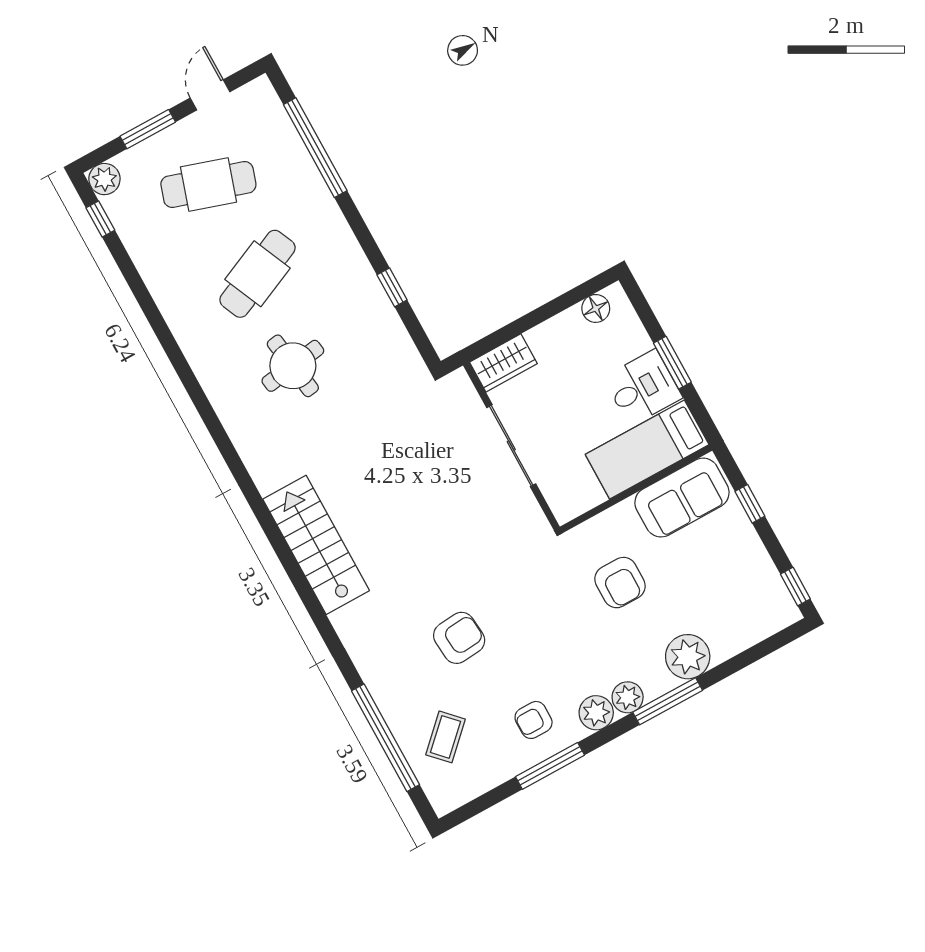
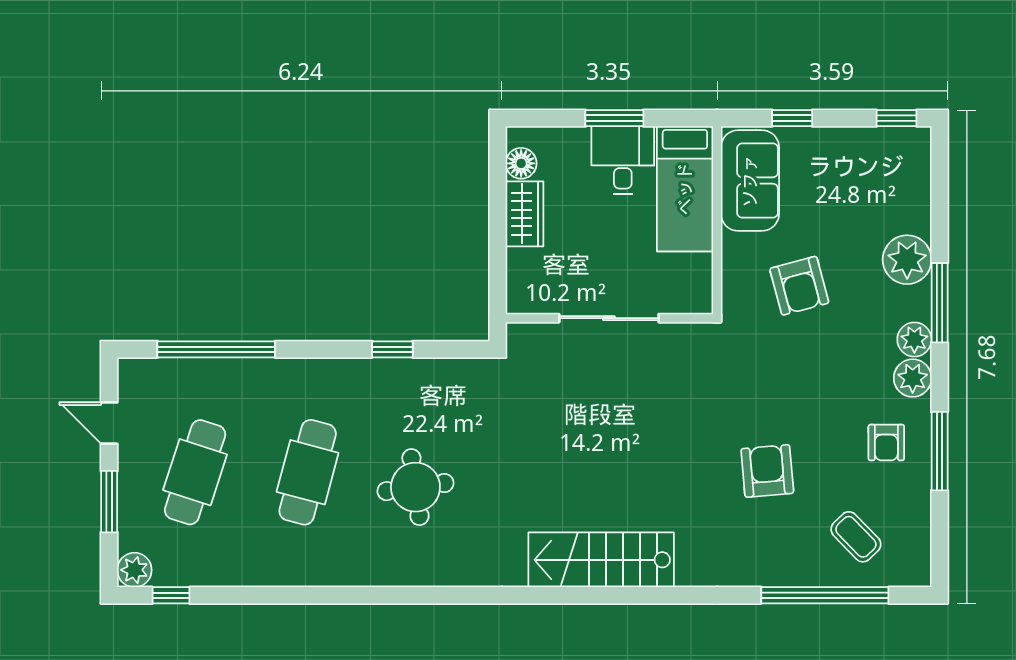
cafe table: (258, 274) -> (308, 472), turned 39
wardrobe: (503, 363) -> (525, 214), moved
armchair: (620, 583) -> (799, 286), turned 75

